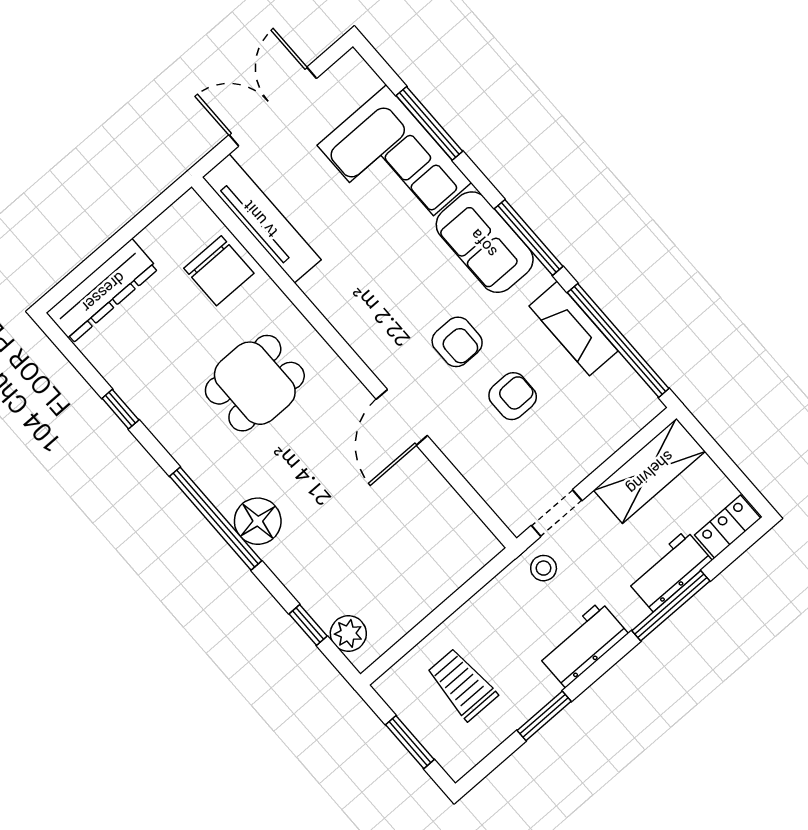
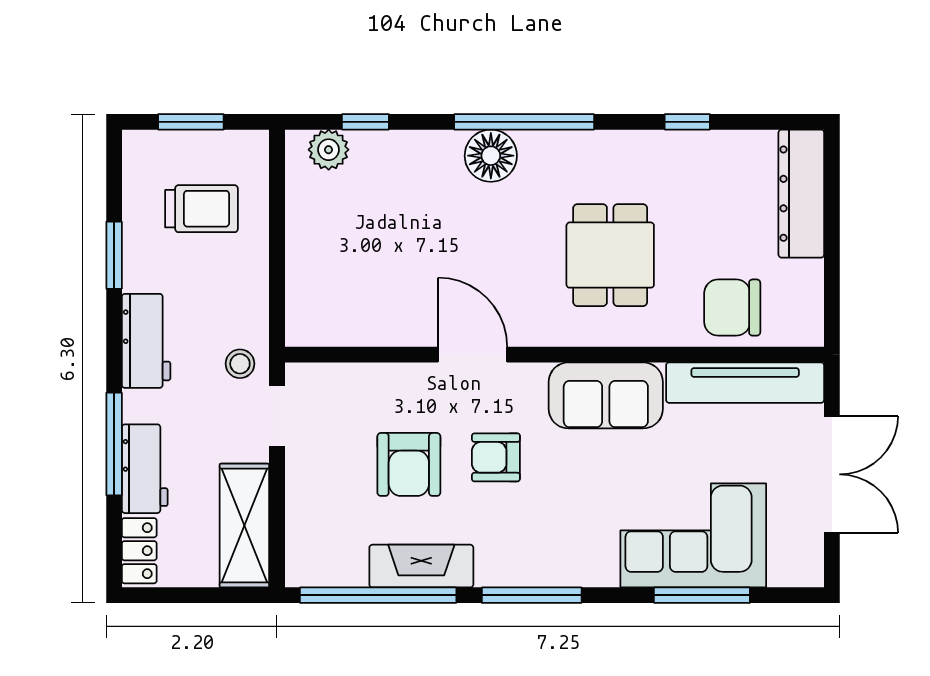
sofa: (485, 242) -> (606, 395), moved, turned 180
armchair: (513, 396) -> (409, 464), width x1.38, depth x1.38

